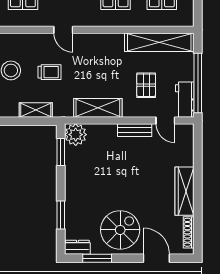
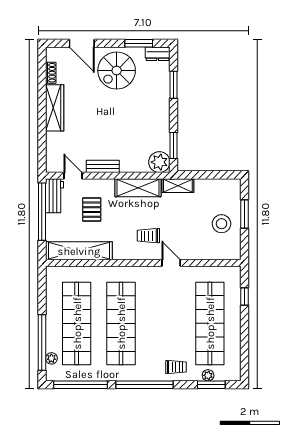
trolley: (50, 72) -> (148, 236), moved
shelving: (36, 110) -> (178, 186), moved
shoe rack: (189, 232) -> (51, 73), width x0.70

